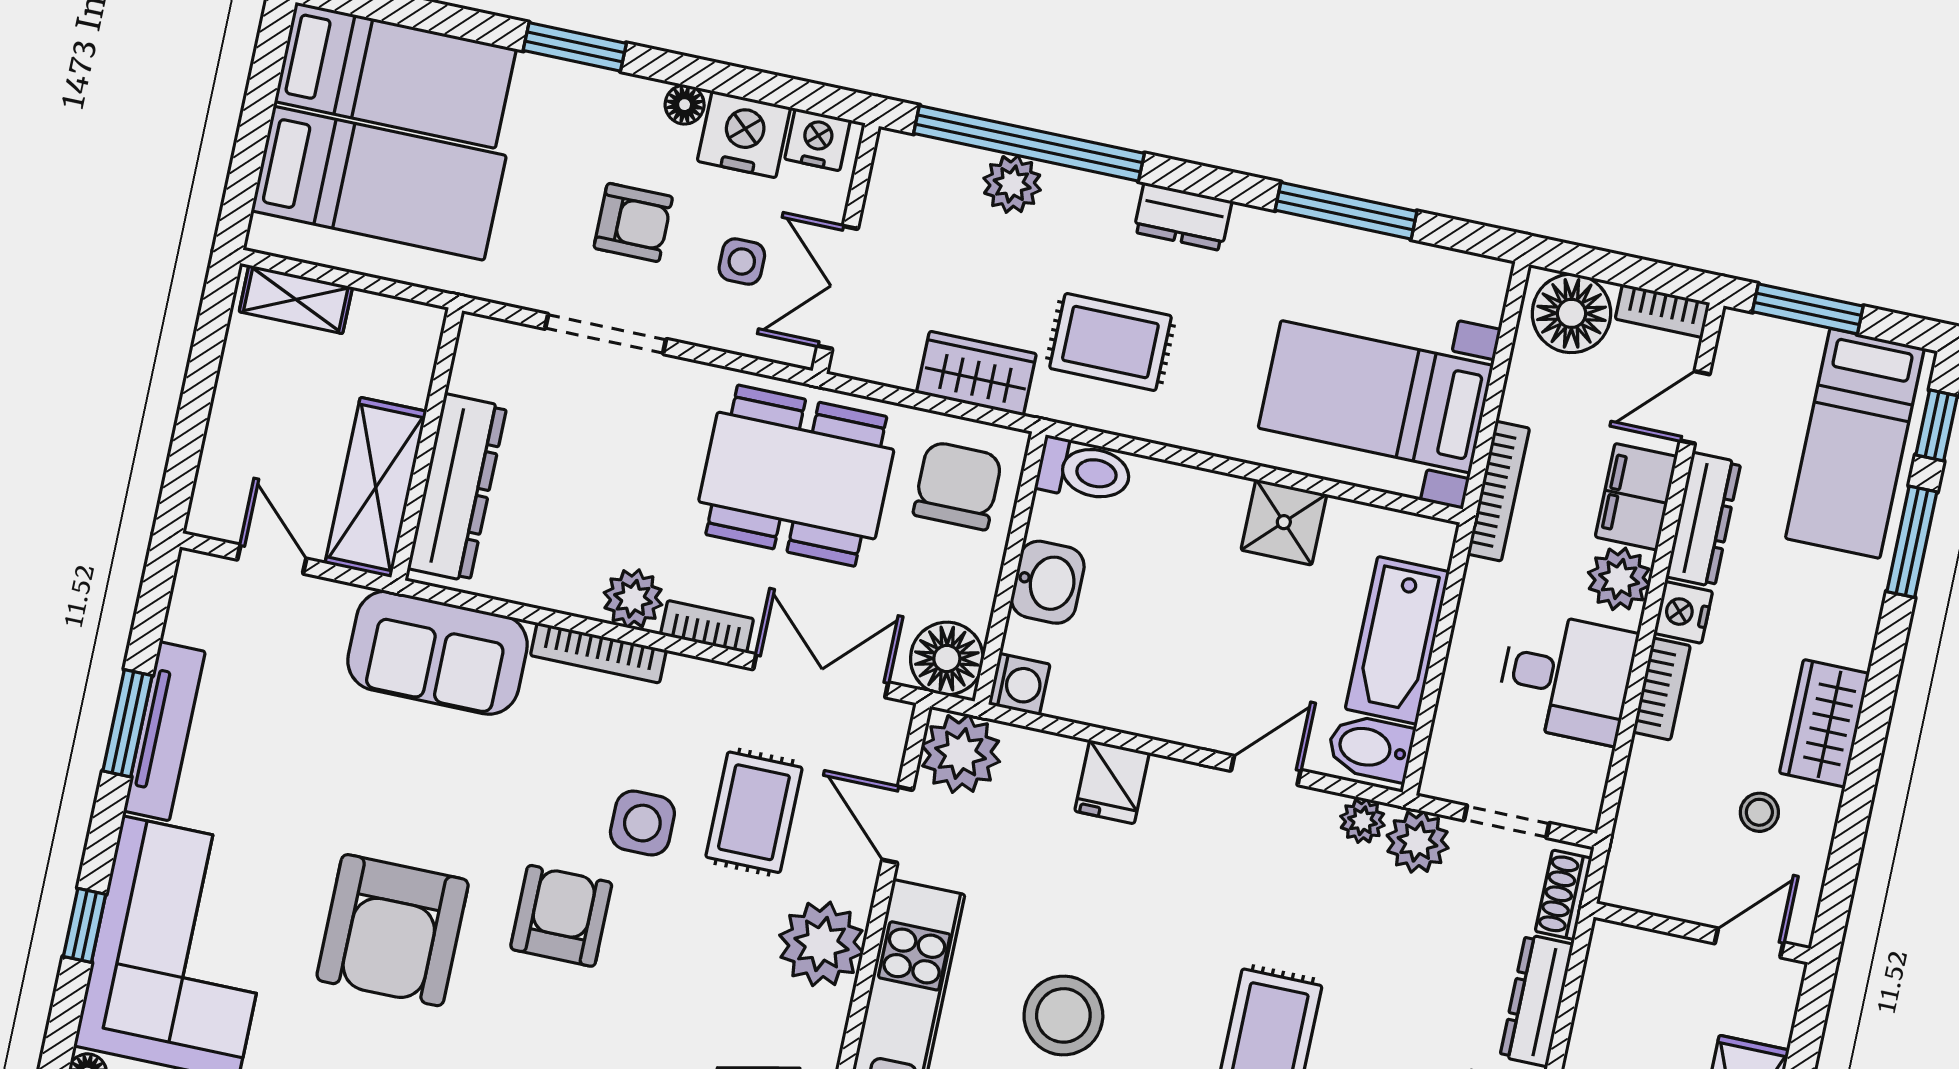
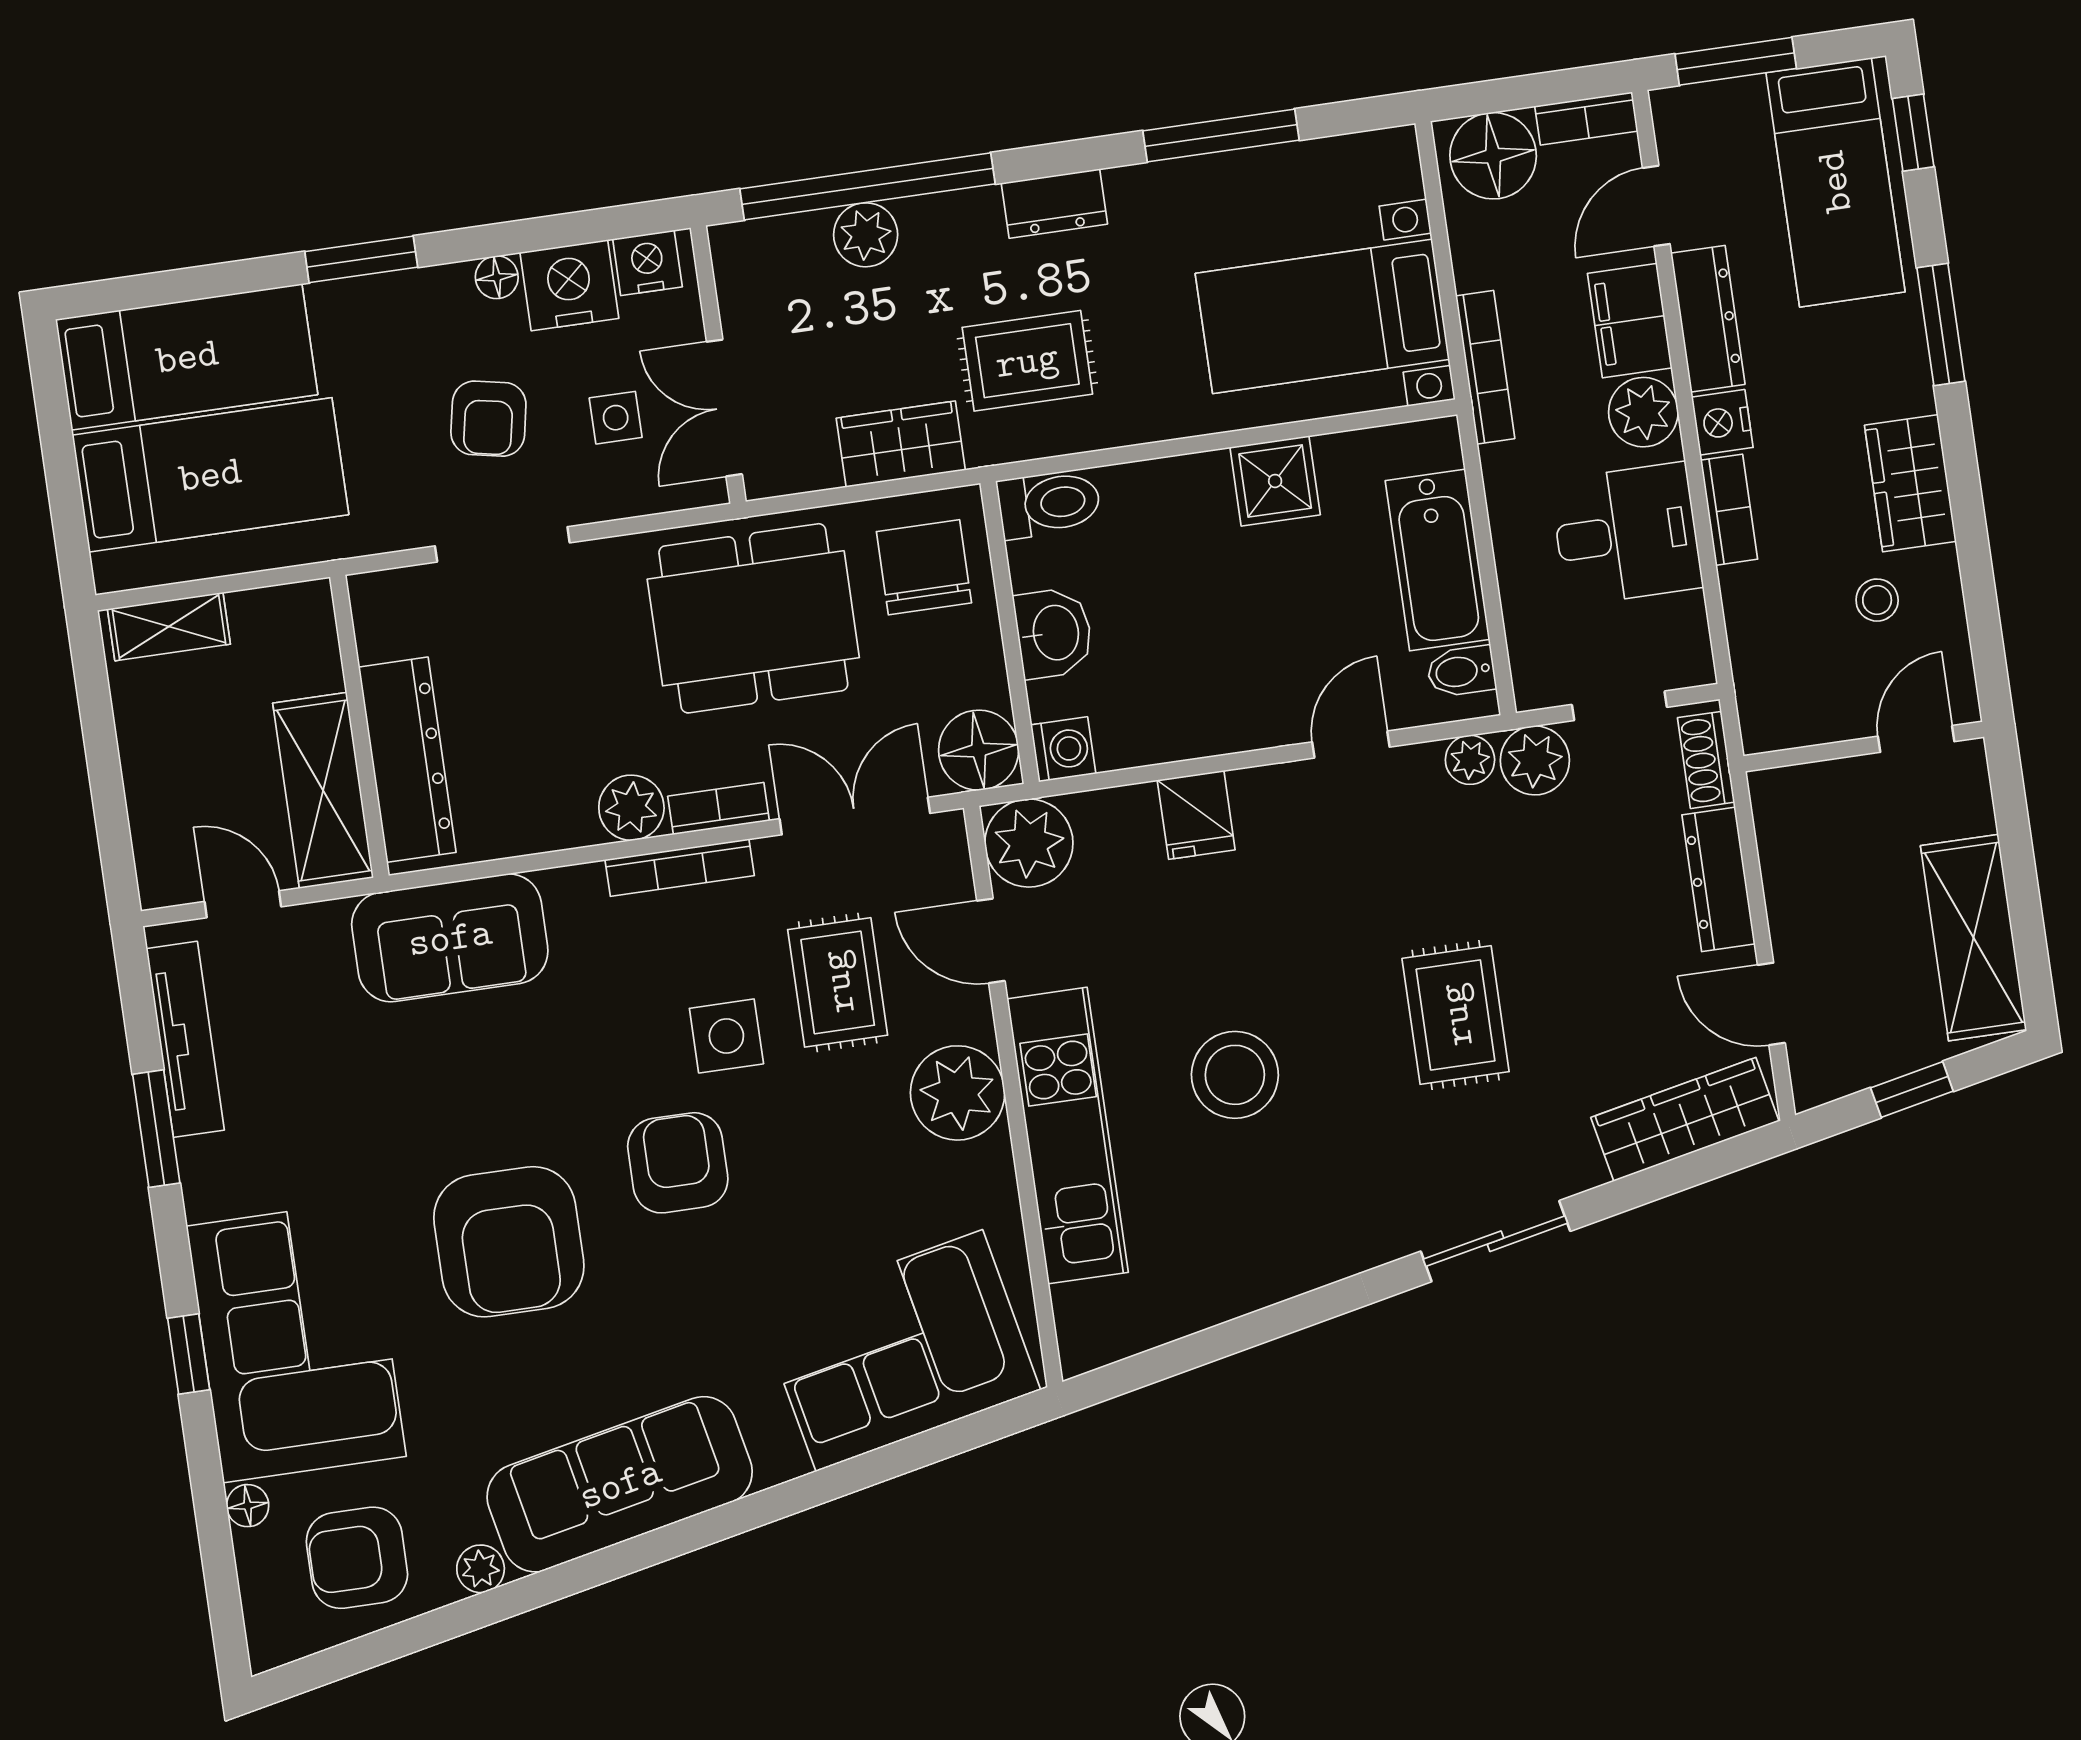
armchair: (633, 222) -> (488, 419), turned 101
window: (1912, 542) -> (1941, 324), moved
bookcase: (598, 653) -> (680, 868), moved
tv unit: (164, 731) -> (185, 1039), moved
bidet: (1371, 748) -> (1461, 671), width x0.72, depth x0.74

